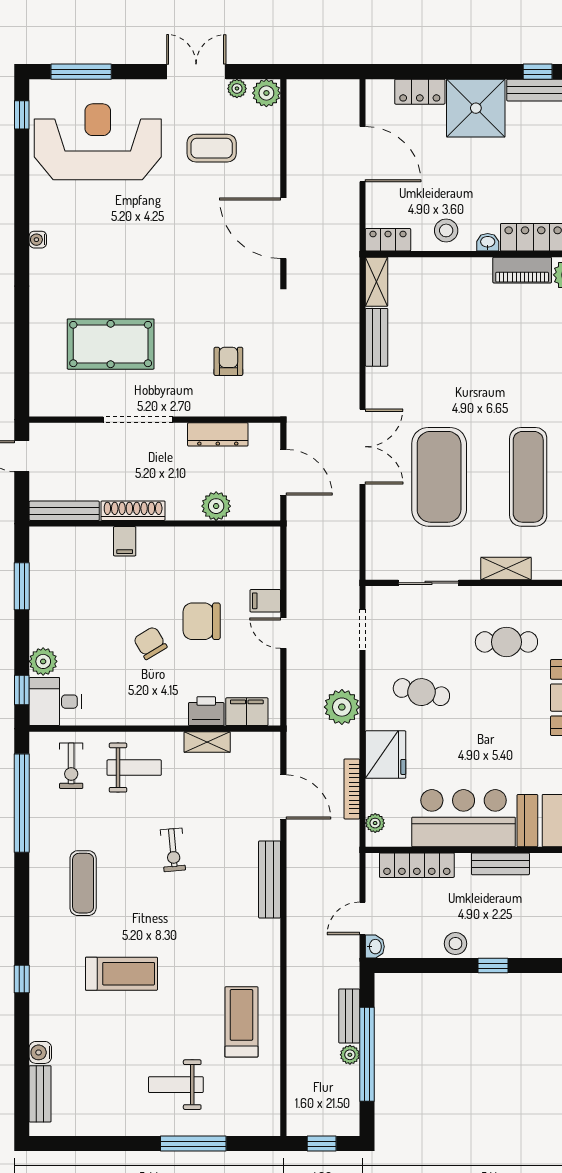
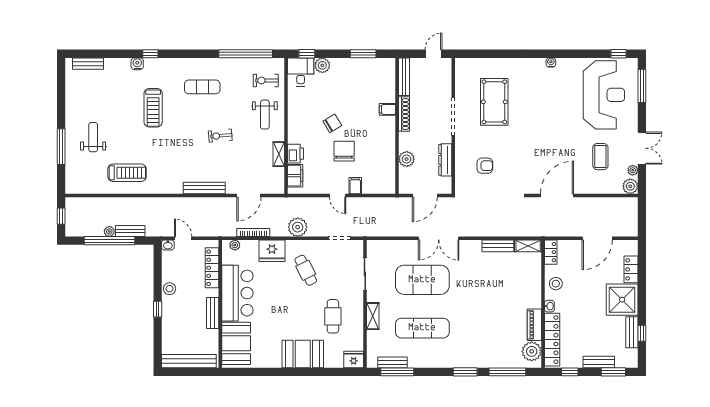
door: (283, 633) -> (338, 195), swing flipped
cafe table: (421, 692) -> (306, 270), turned -39
water cooler: (40, 1052) -> (137, 64), moved

